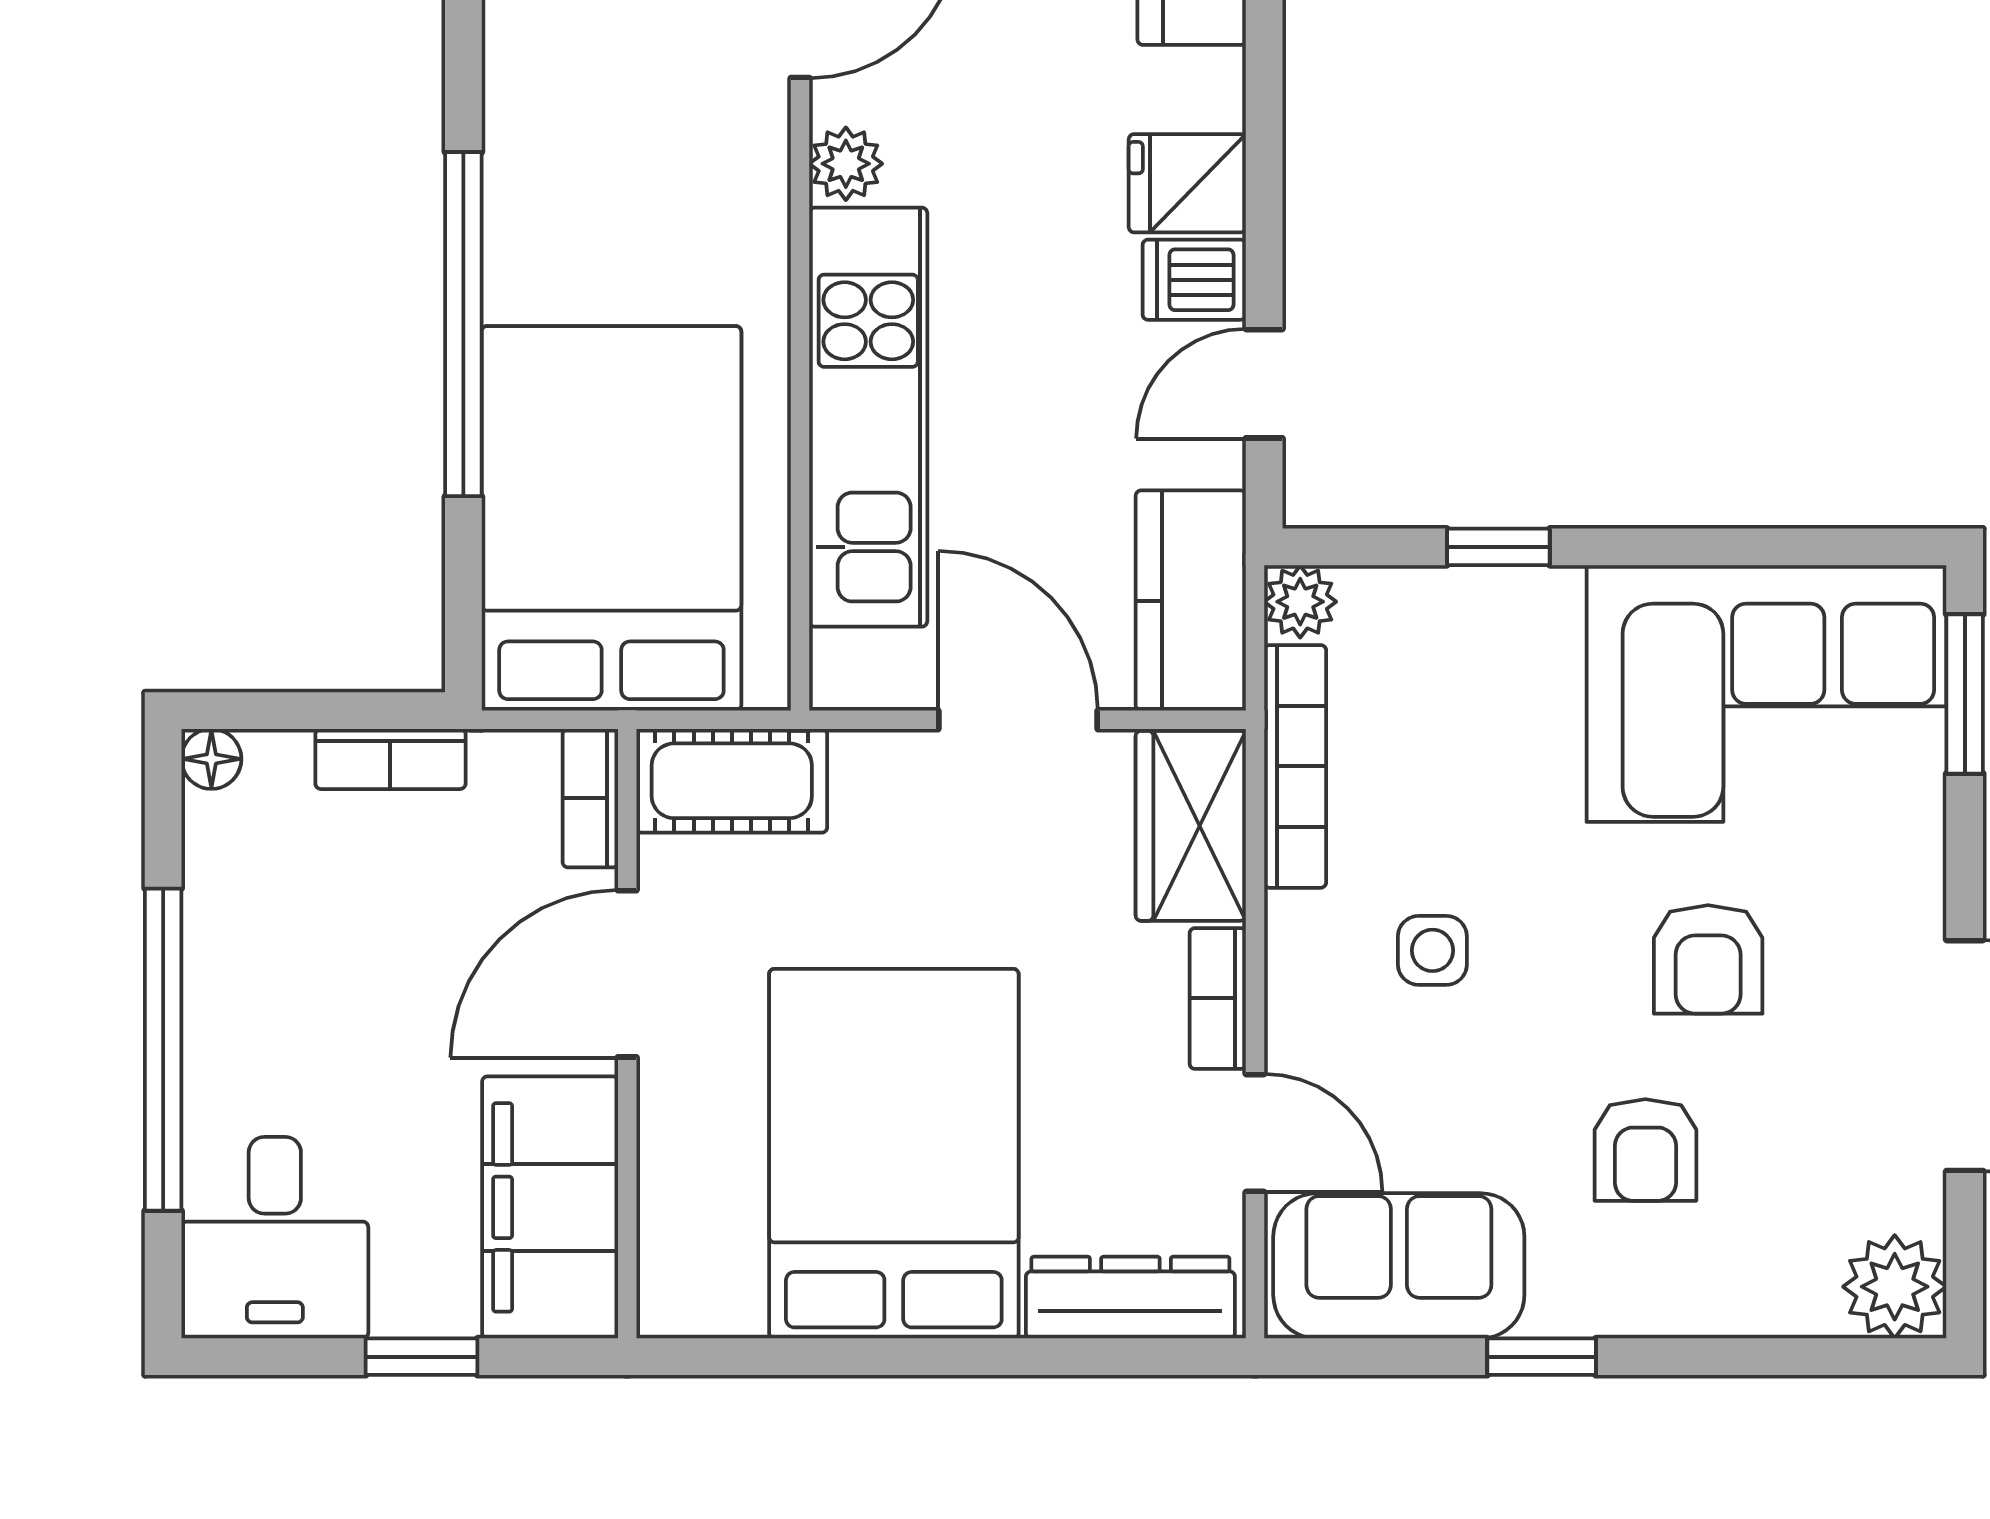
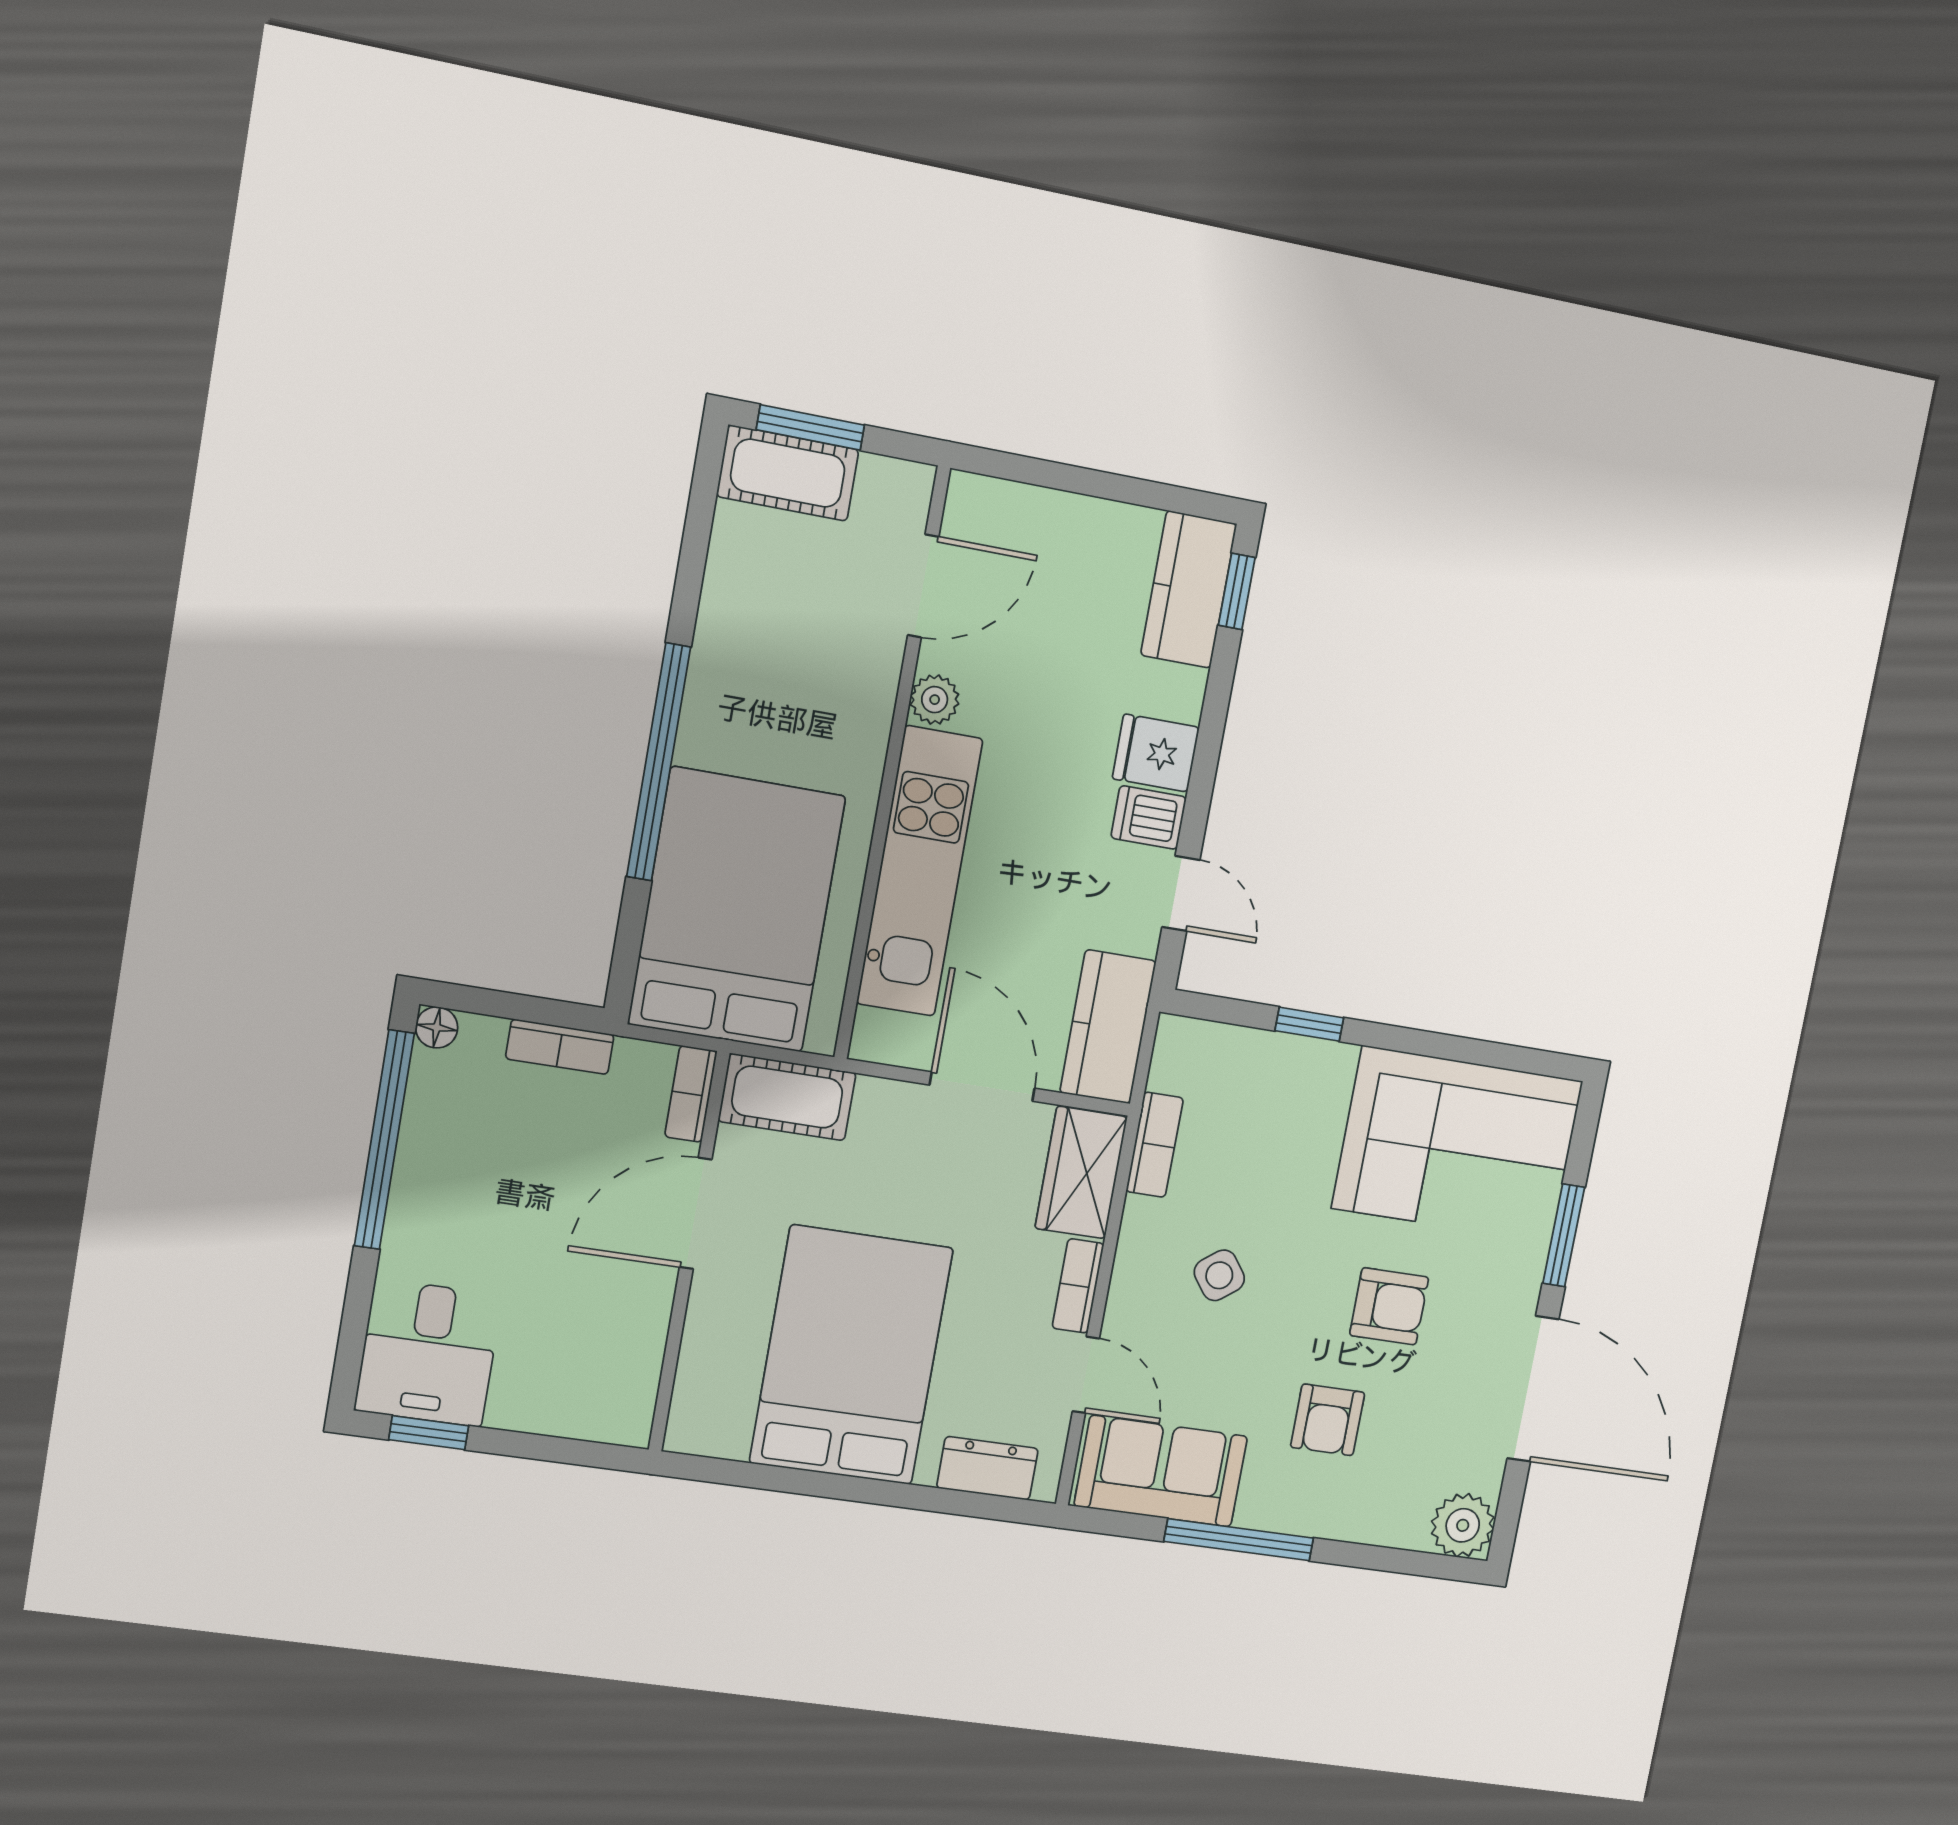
door: (1264, 384) -> (1181, 893), swing flipped
plant: (1300, 602) -> (1178, 1039), removed
window: (1965, 694) -> (1564, 1235), moved
bookcase: (1295, 766) -> (1155, 1145), width x0.64
side table: (1432, 950) -> (1219, 1275), turned -37
armchair: (1708, 959) -> (1389, 1306), turned -90
window: (163, 1050) -> (384, 1140), moved
filing cabinet: (550, 1207) -> (618, 1359), removed
dresser: (1130, 1298) -> (987, 1468), width x0.70
window: (422, 1357) -> (429, 1433), moved
window: (1542, 1357) -> (1239, 1540), width x2.17

